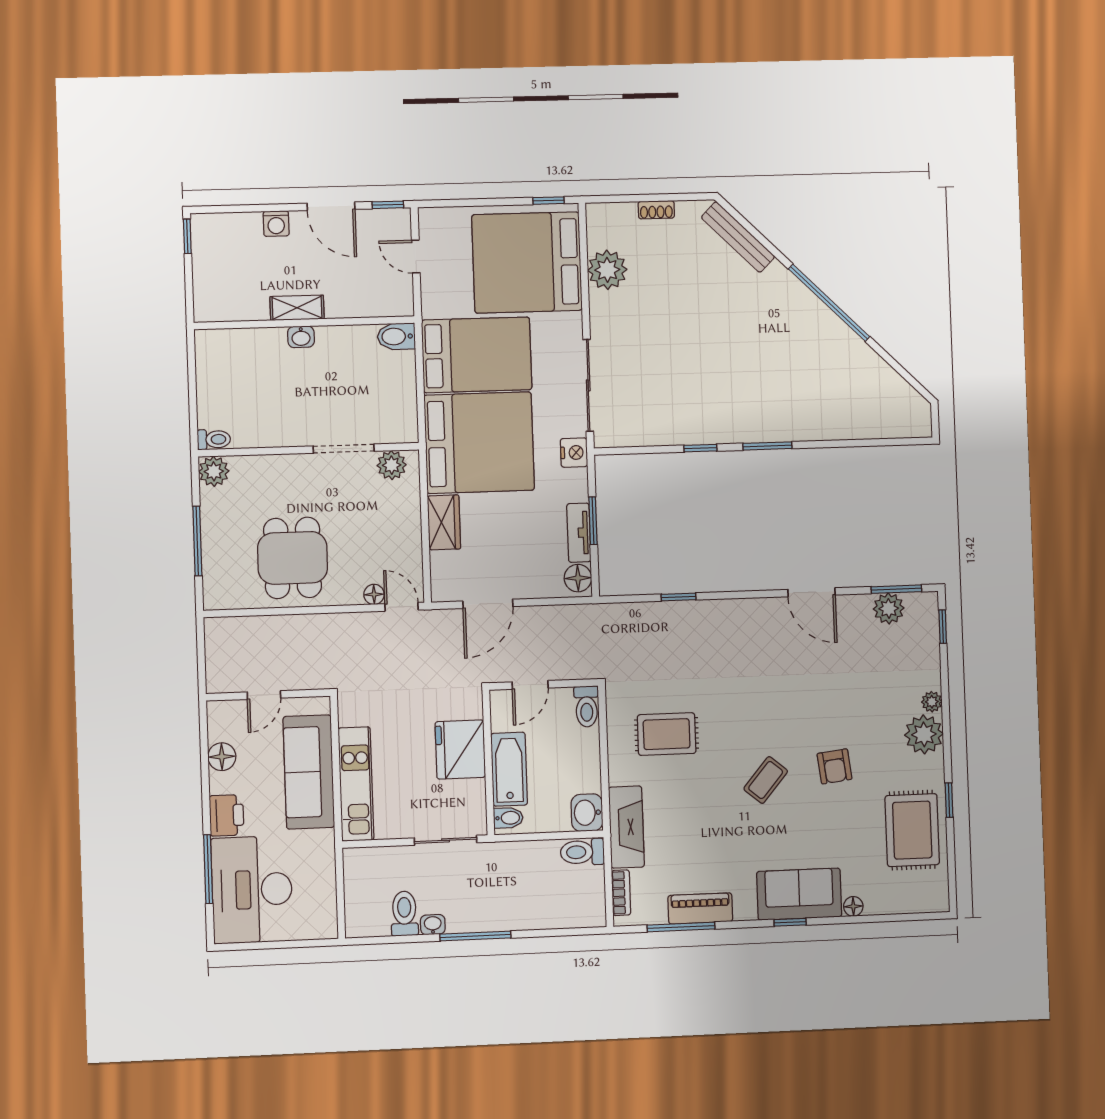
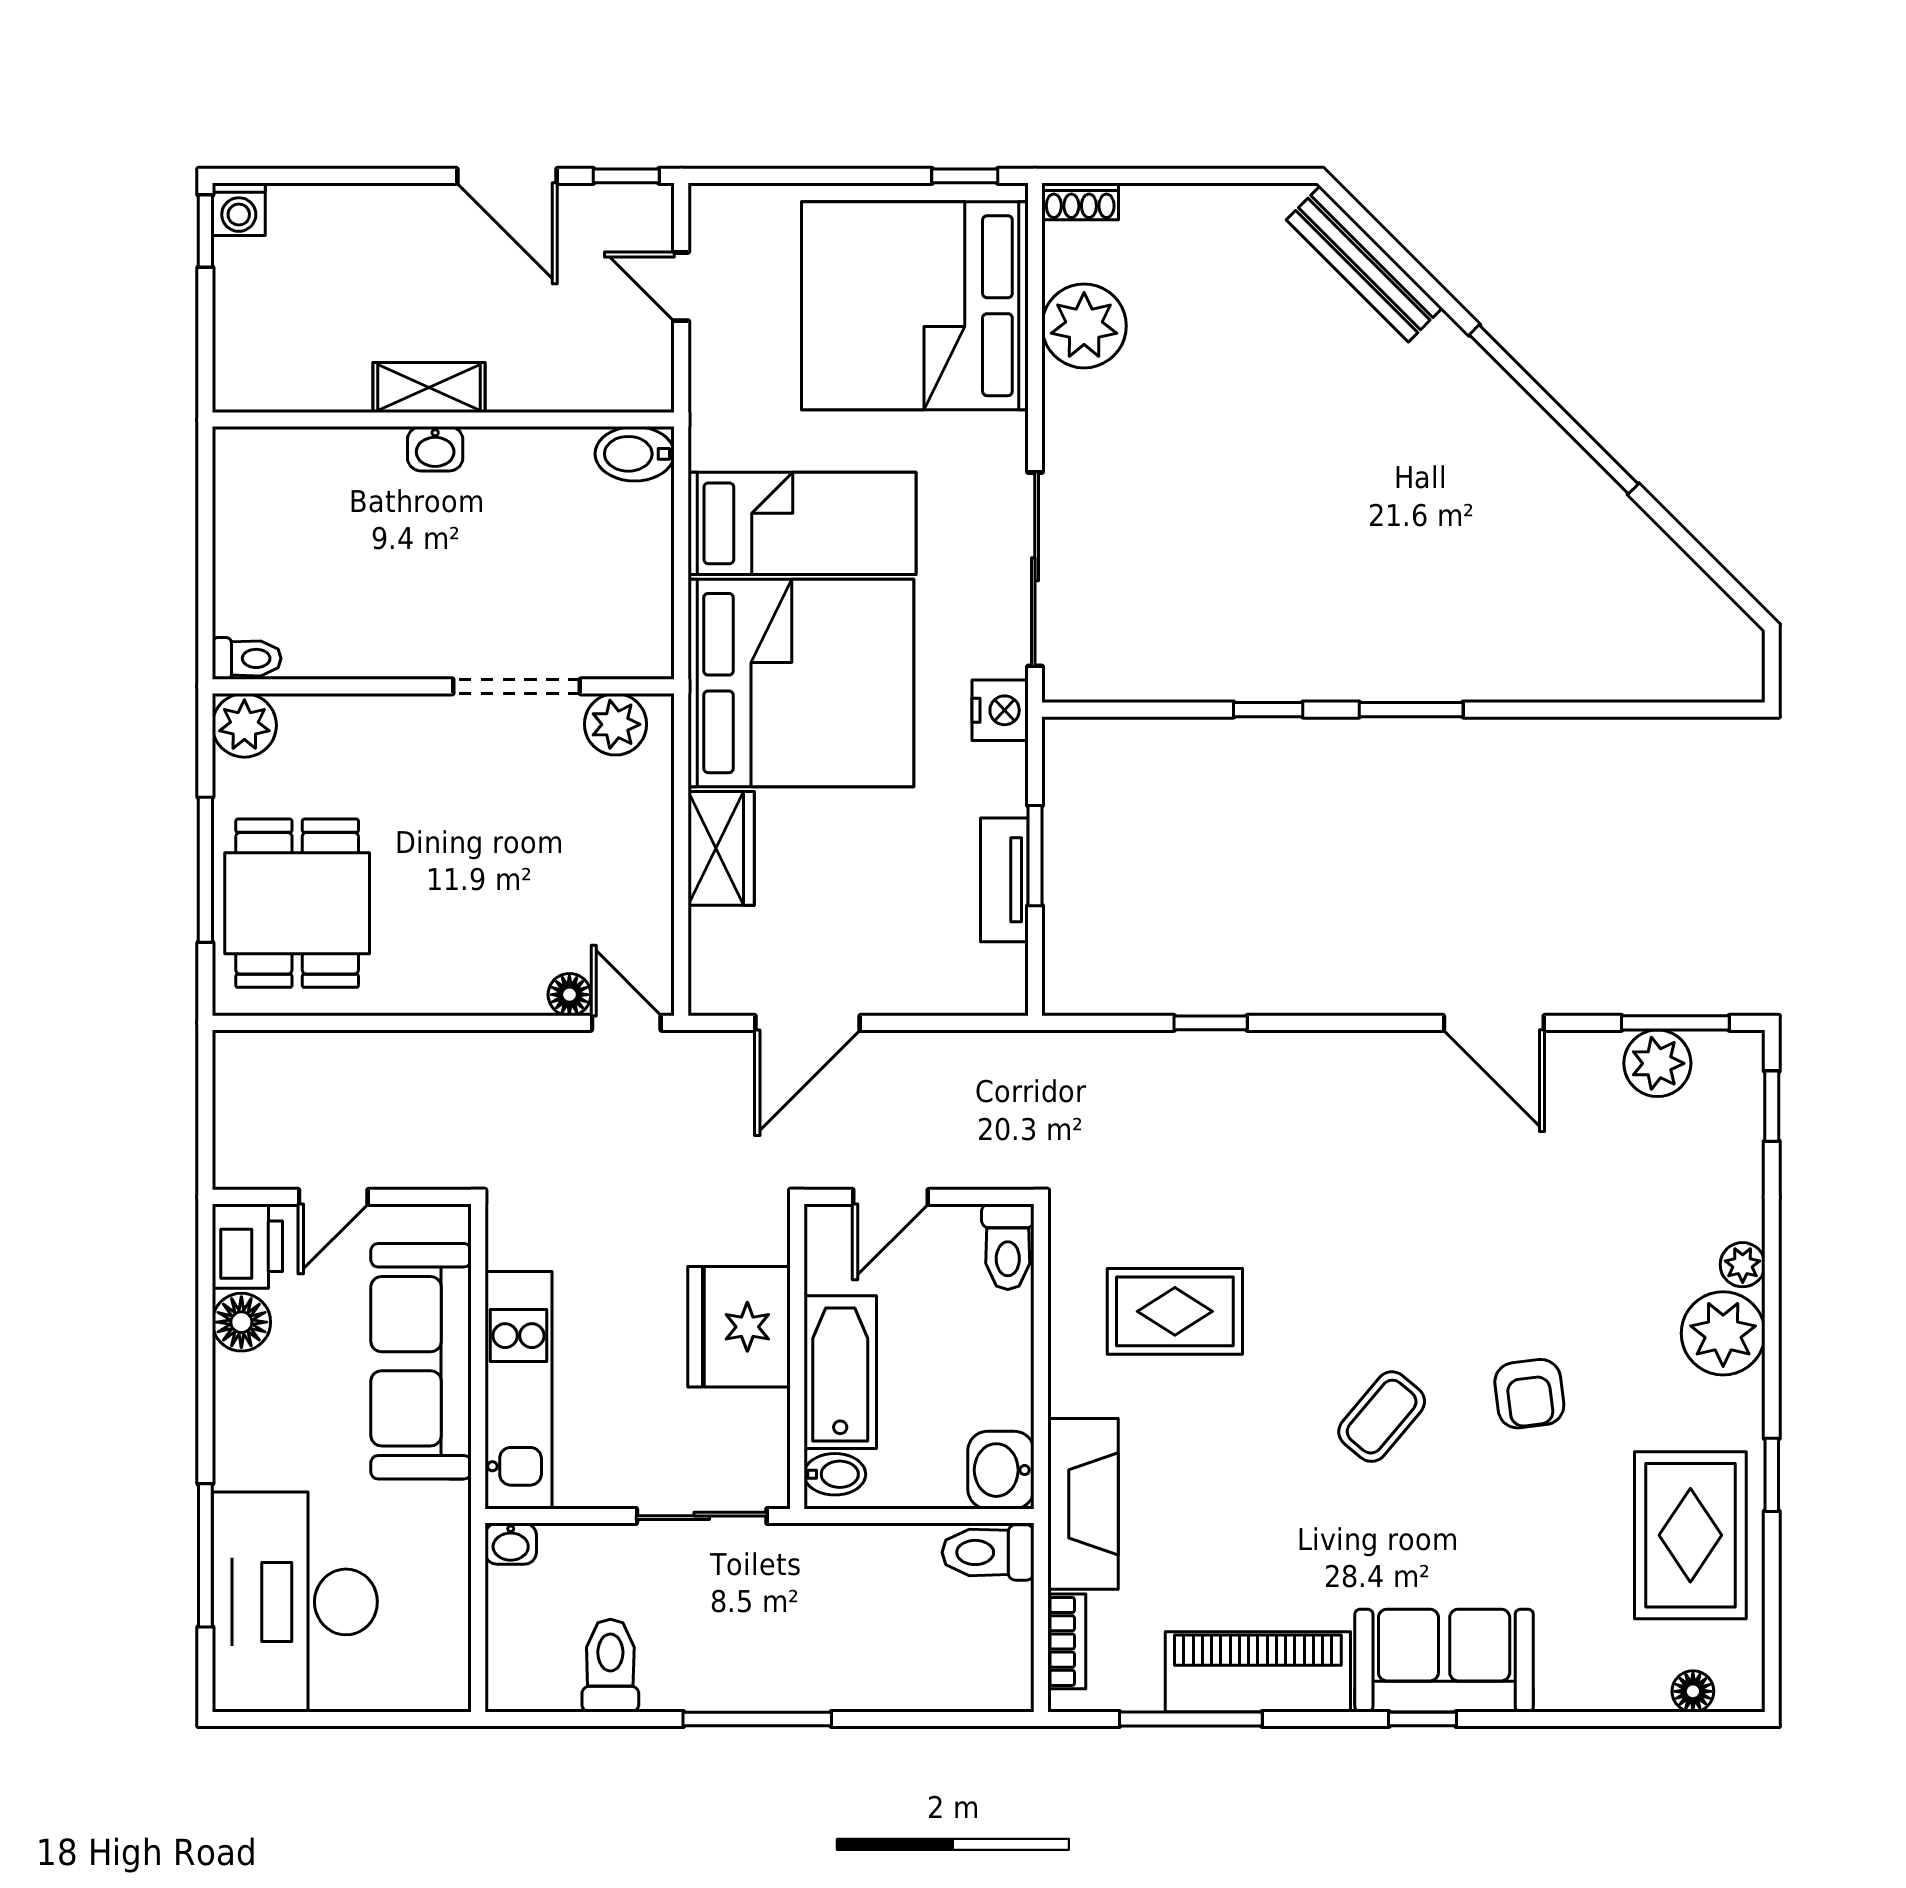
shoe rack: (656, 210) -> (1080, 201), moved
washing machine: (276, 224) -> (239, 209), moved
bed: (477, 355) -> (802, 523), width x0.67
dining table: (293, 558) -> (297, 903), moved
floor lamp: (578, 578) -> (999, 975), removed
printer: (227, 815) -> (247, 1246), moved
floor lamp: (853, 906) -> (1693, 1691), moved
piano: (700, 908) -> (1258, 1672), width x1.37, depth x1.33
washbasin: (433, 925) -> (511, 1544), moved, turned 180

